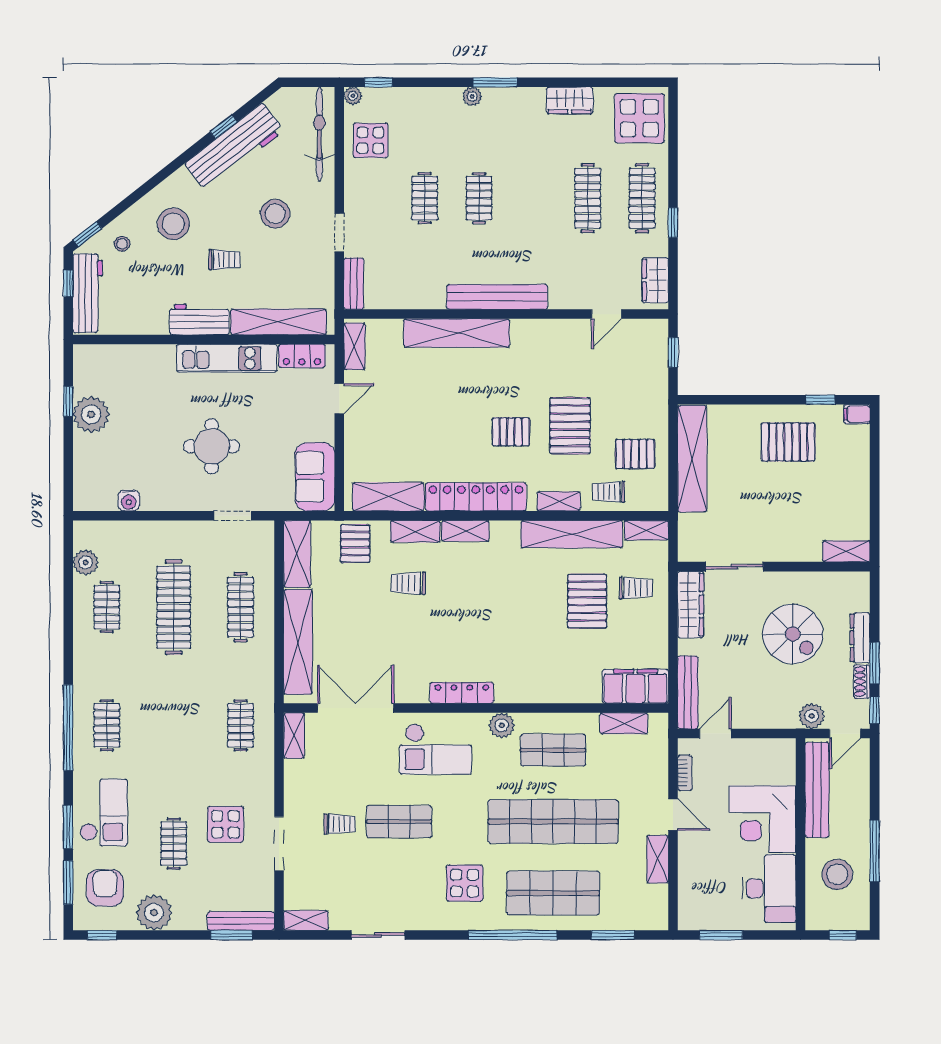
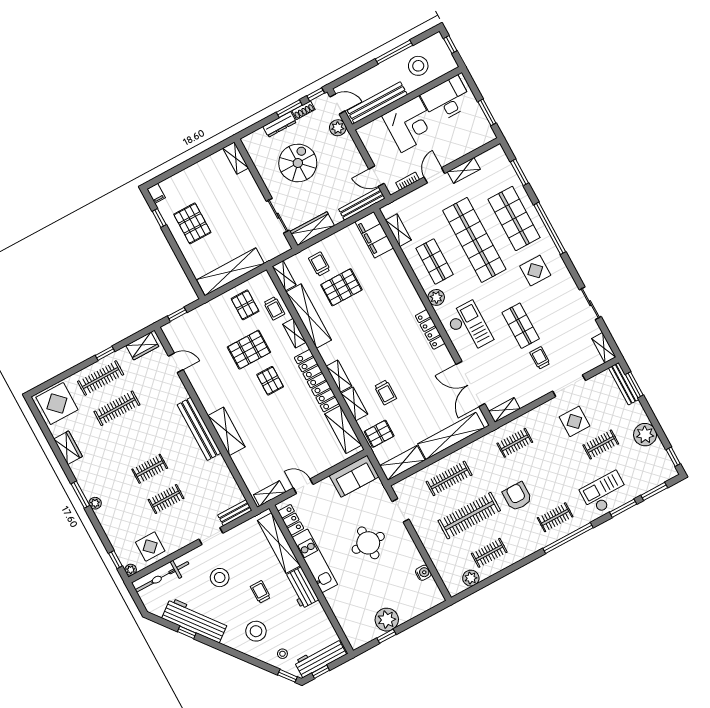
shelving: (457, 333) -> (226, 431), width x0.68
armchair: (105, 888) -> (517, 496), moved, turned 90

